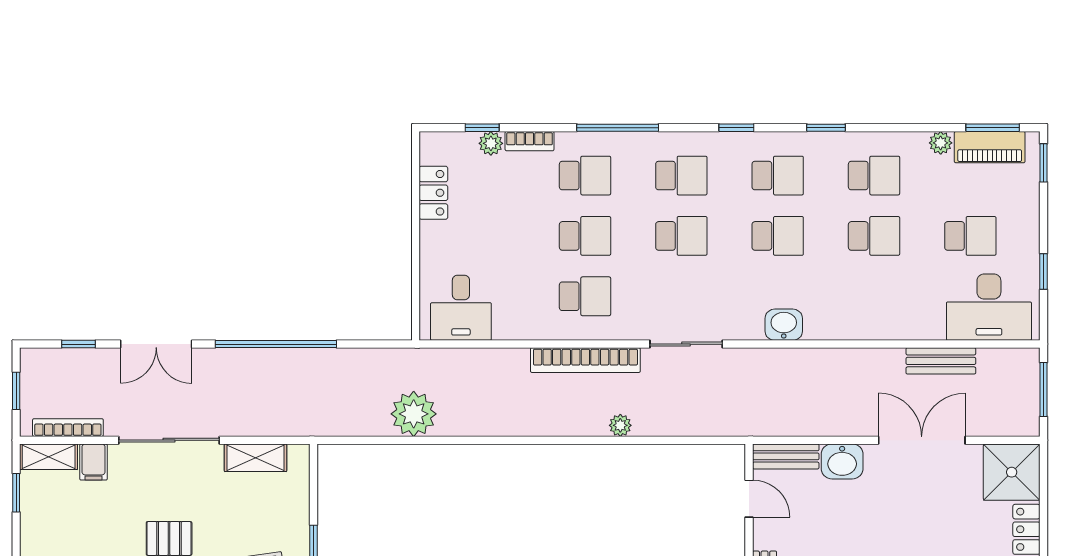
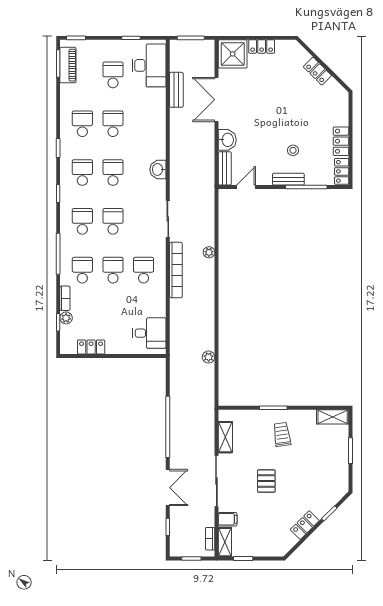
plant: (941, 143) -> (66, 90), removed
plant: (414, 414) -> (209, 357), width x0.53, depth x0.53
bookcase: (68, 428) -> (210, 539), width x0.64

